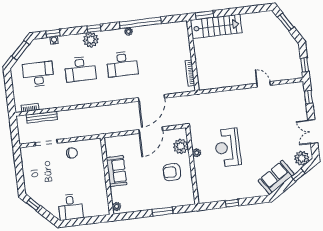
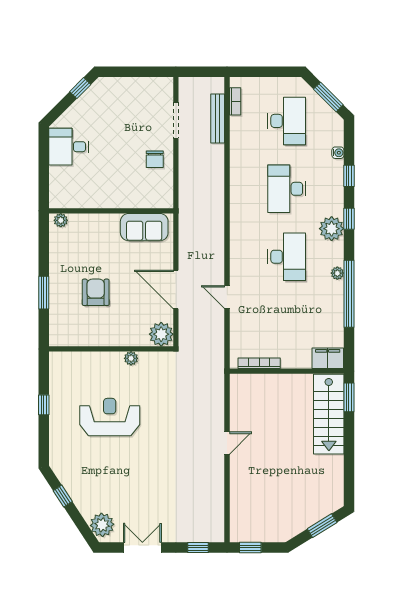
filing cabinet: (182, 31) -> (328, 358), added
window: (53, 33) -> (349, 176), moved
plant: (91, 40) -> (332, 229), moved
desk: (122, 64) -> (287, 257), turned 180
door: (264, 84) -> (227, 443), moved
door: (151, 98) -> (227, 297), width x0.53
plant: (181, 146) -> (161, 334), moved
reception desk: (228, 147) -> (110, 417), moved
sofa: (117, 171) -> (144, 227), moved
armchair: (172, 172) -> (96, 292), moved
window: (298, 175) -> (63, 496), moved
sofa: (276, 177) -> (76, 480), removed

